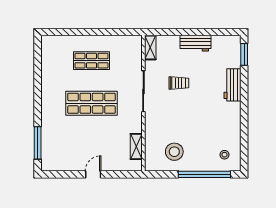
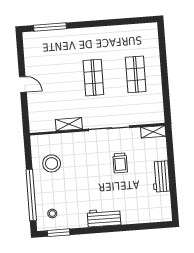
window: (244, 54) -> (59, 233), moved
workbench: (233, 85) -> (104, 218), moved
shop shelf: (91, 103) -> (93, 78), width x0.70, depth x0.74
shelving: (136, 146) -> (69, 124), moved

